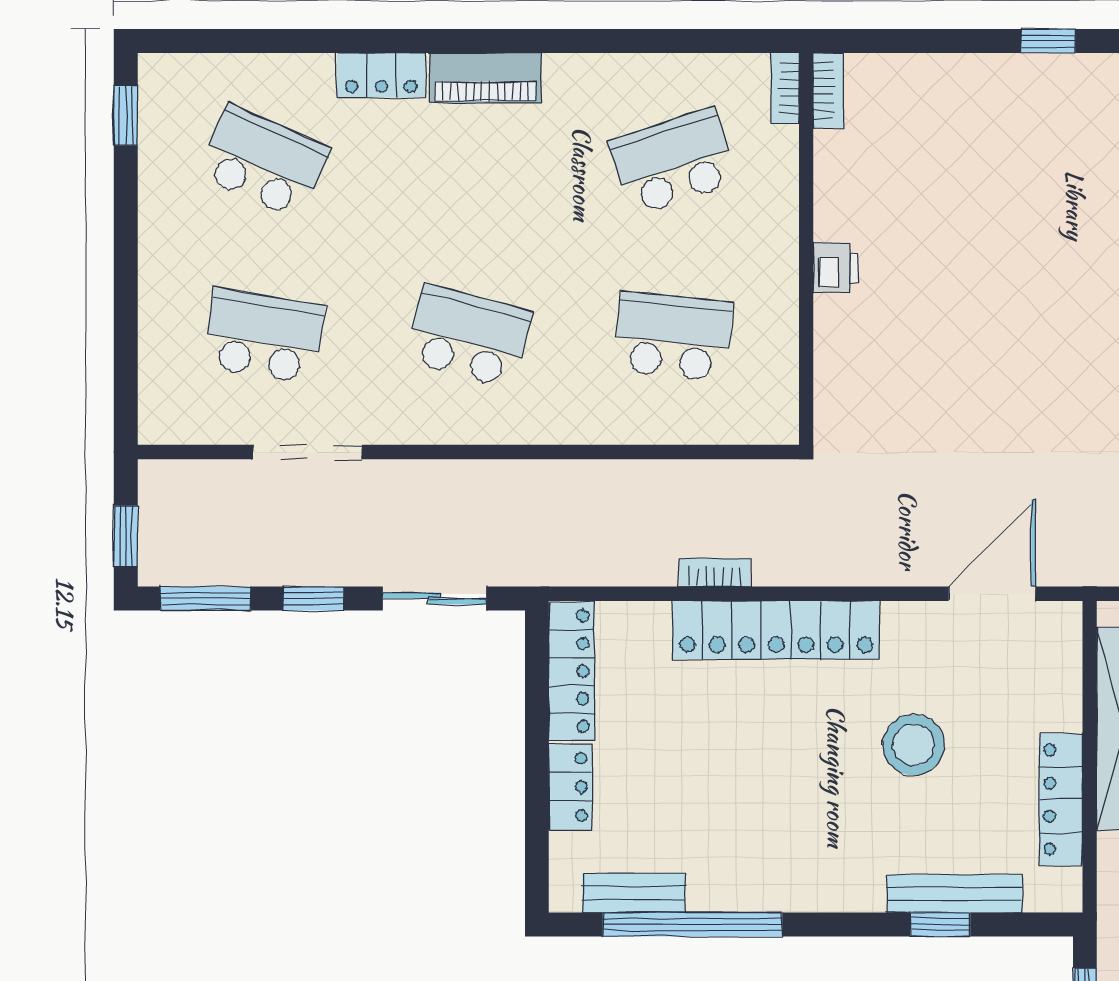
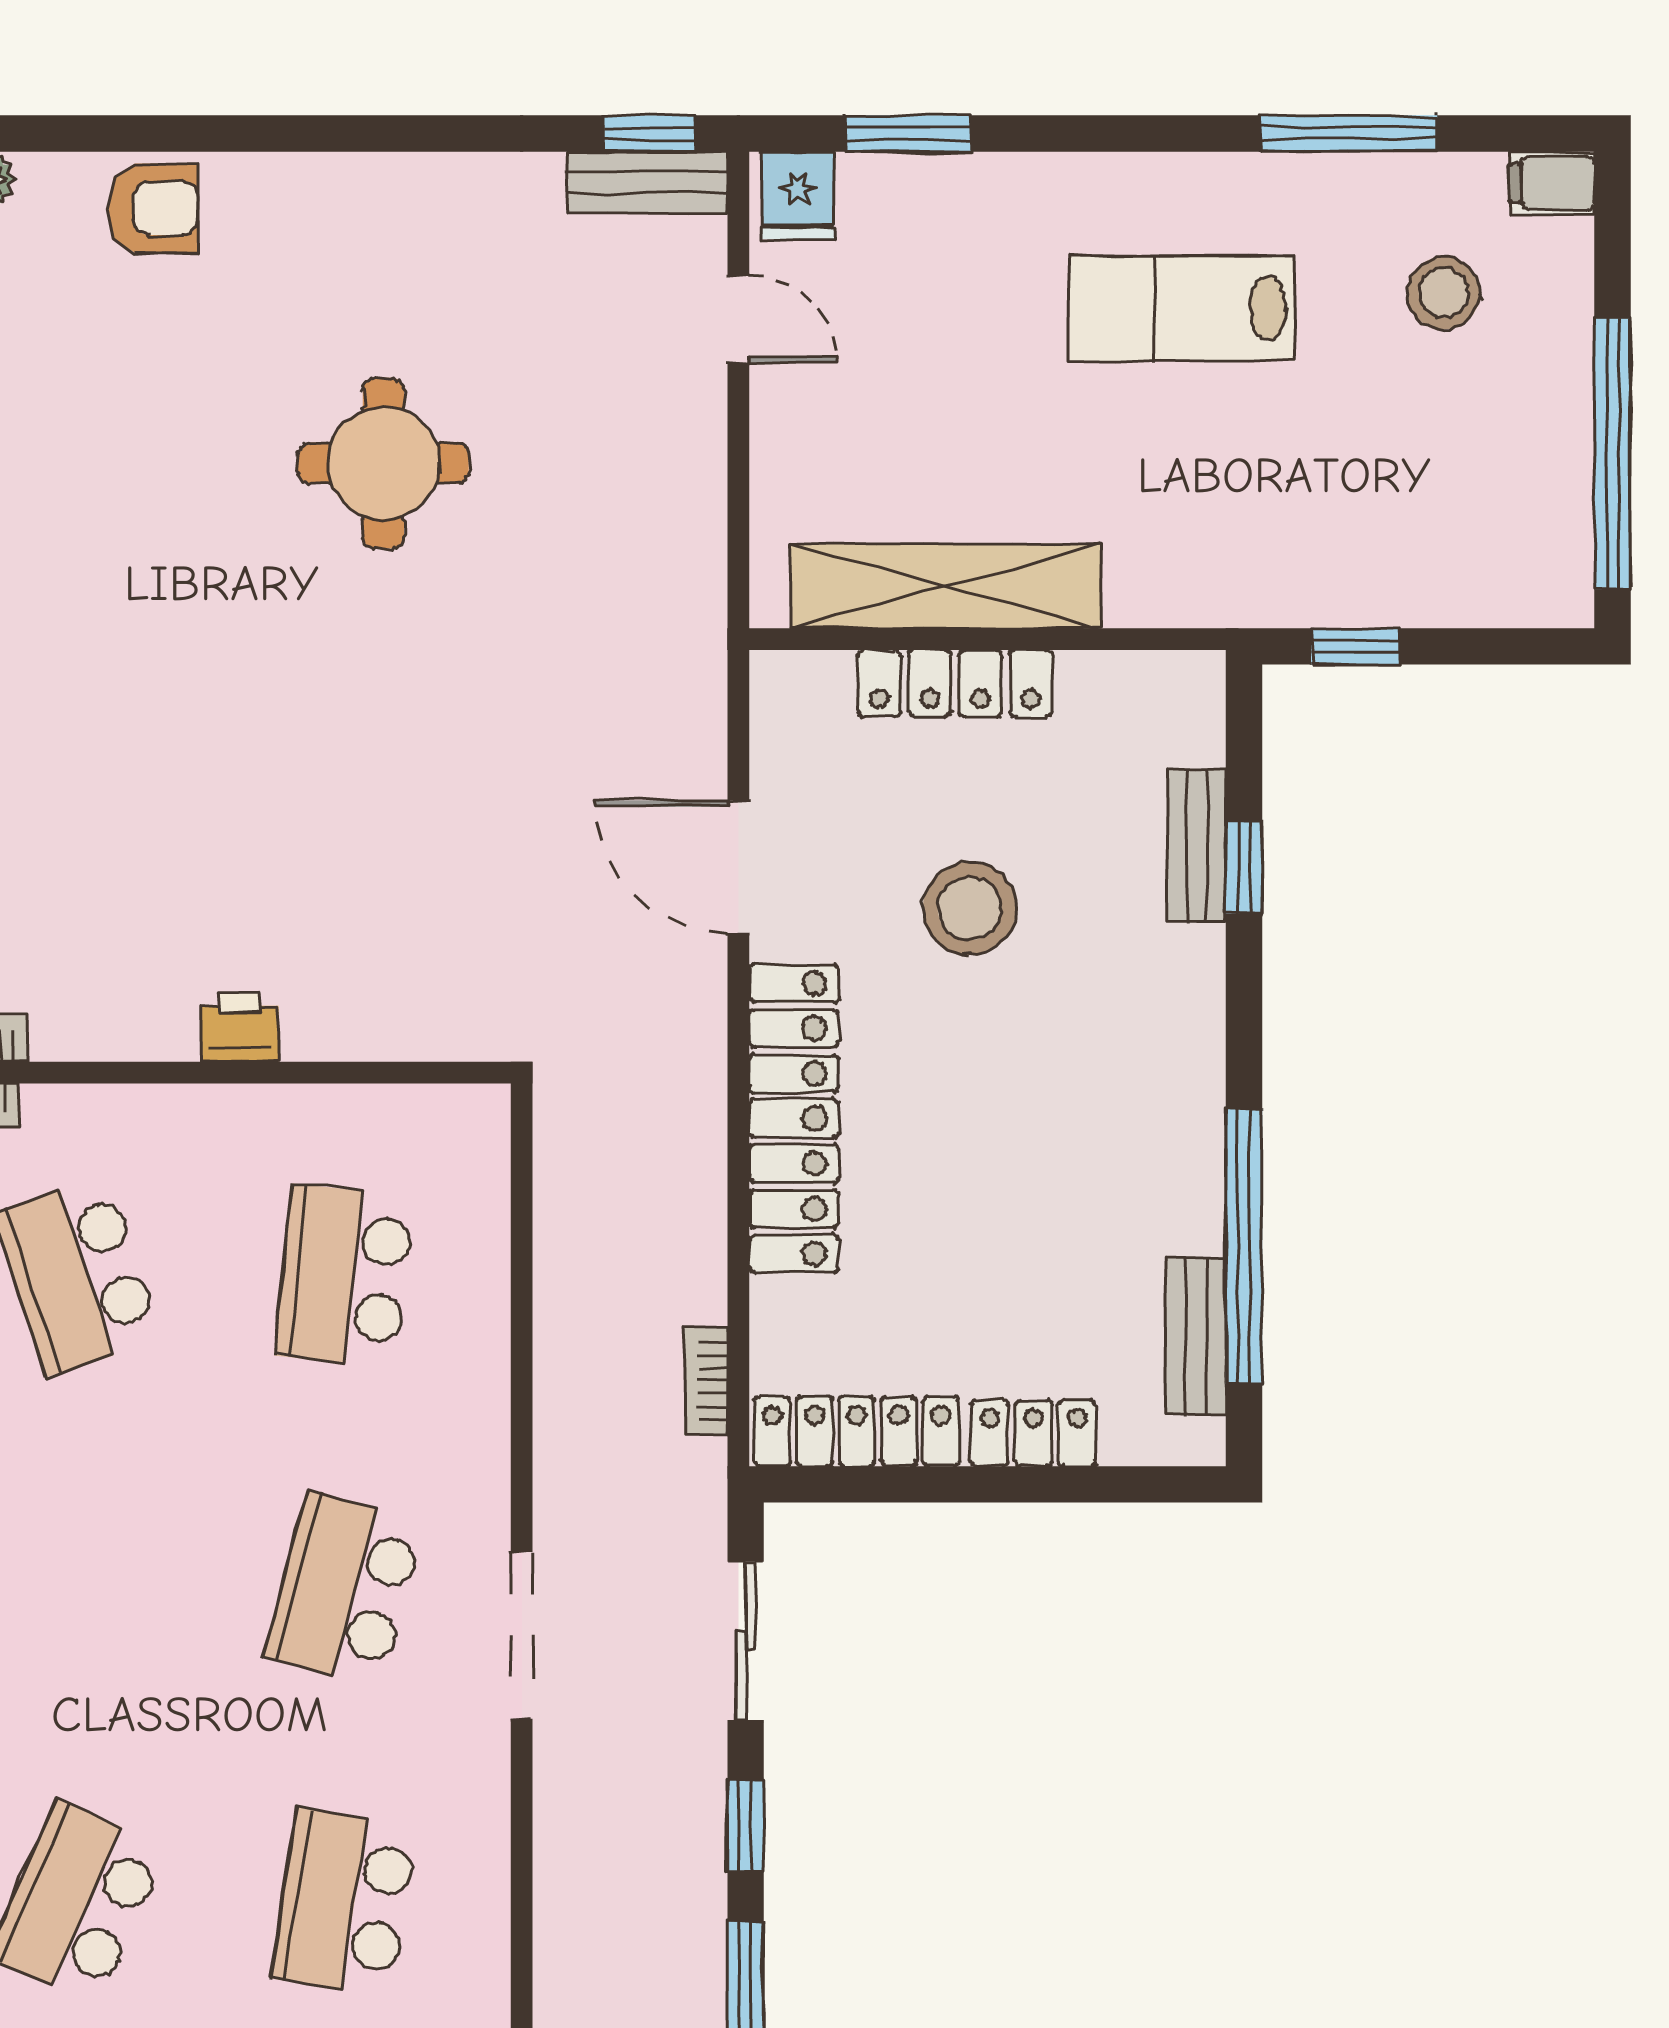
doorway: (308, 452) -> (522, 1635), moved
bookcase: (715, 572) -> (706, 1381), moved
door: (992, 594) -> (738, 867), moved
locker: (1061, 800) -> (955, 683), moved
bench: (955, 894) -> (1197, 846), width x0.73

